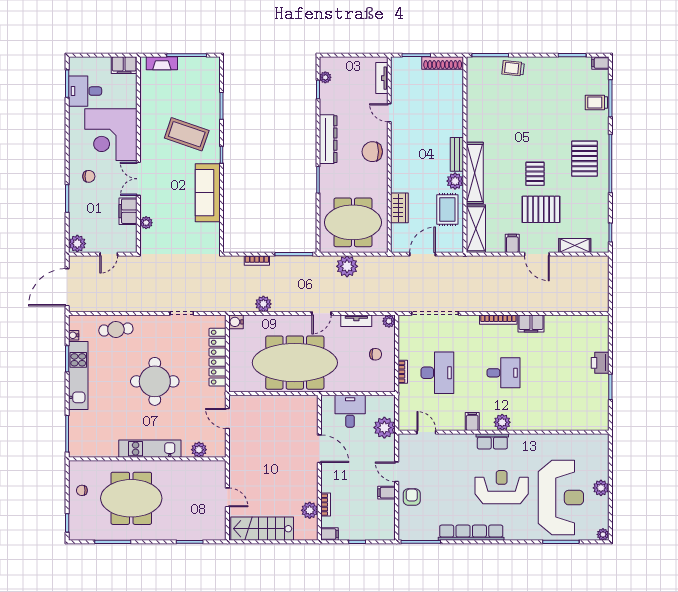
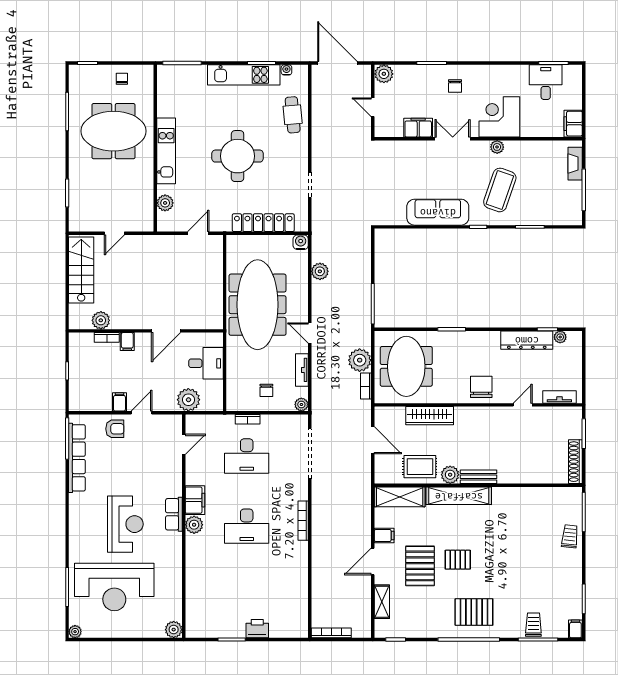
corner desk: (111, 135) -> (499, 117), width x0.74, depth x0.74
dresser: (328, 139) -> (527, 340), moved
wardrobe: (399, 208) -> (430, 416), width x1.50
plant: (146, 223) -> (497, 147), moved
bookcase: (257, 260) -> (366, 386), moved
bookcase: (604, 293) -> (331, 633), added
filing cabinet: (531, 323) -> (299, 555), removed
desk: (504, 373) -> (247, 526), width x1.37
filing cabinet: (472, 422) -> (195, 500), width x2.00
plant: (601, 488) -> (174, 630), moved
meeting table: (131, 498) -> (113, 131), turned 90
row of seats: (471, 533) -> (77, 458), moved
filing cabinet: (330, 534) -> (127, 342), moved

